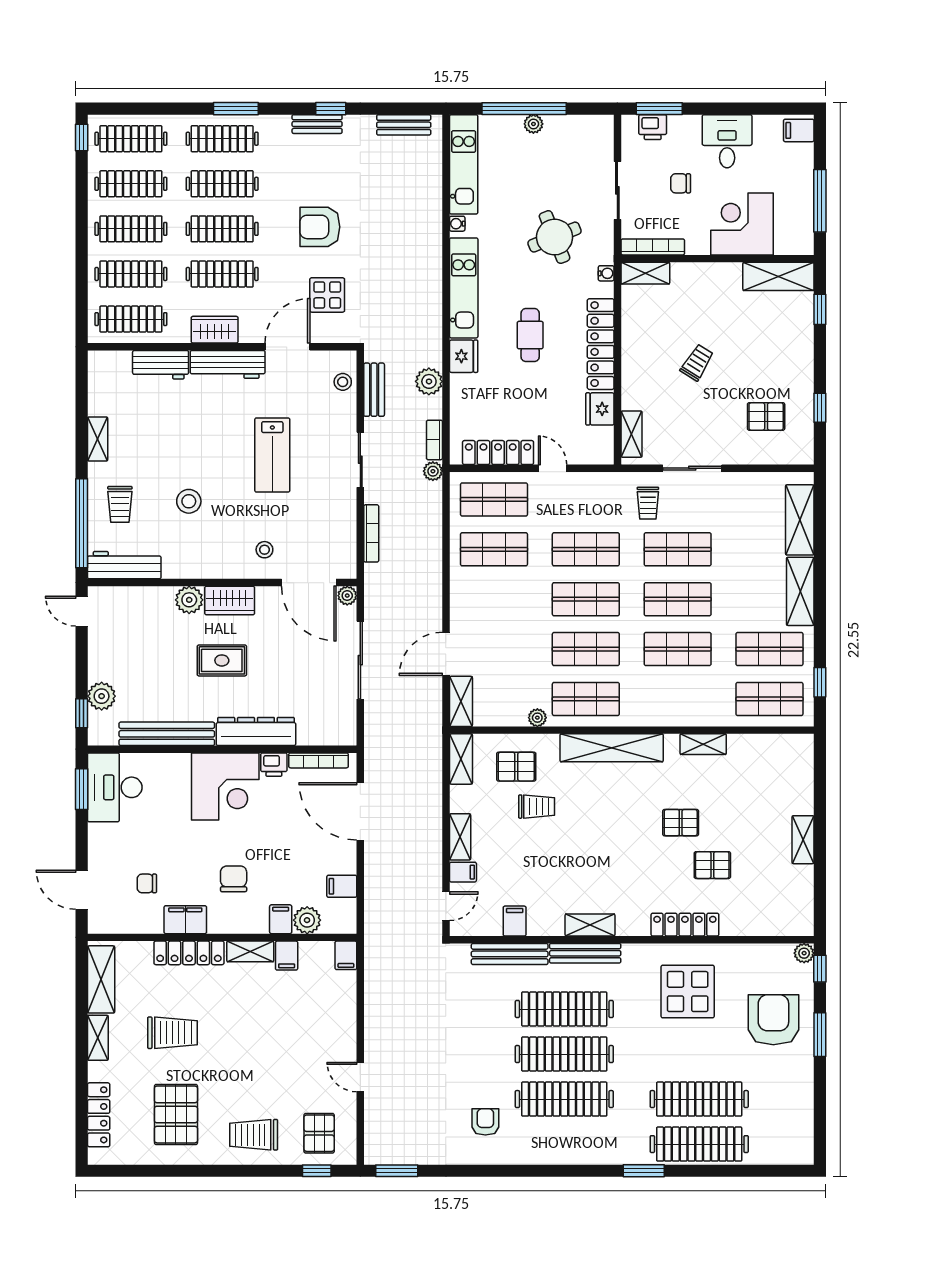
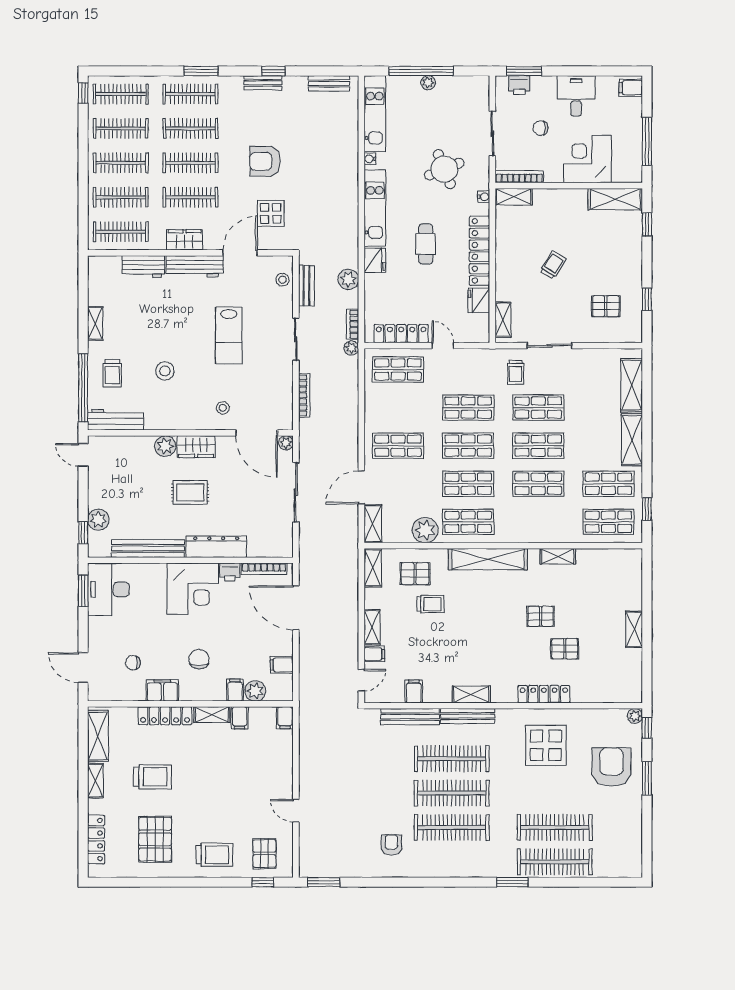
shop shelf: (494, 549) -> (398, 446), moved
plant: (537, 718) -> (425, 530), width x1.88, depth x1.88
trolley: (254, 1135) -> (214, 855), turned 180

